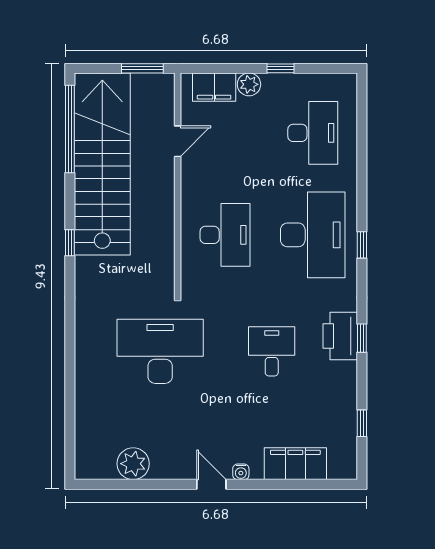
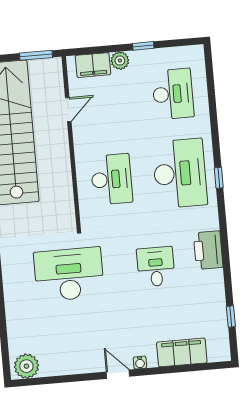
window: (362, 338) -> (225, 250), removed
plant: (133, 464) -> (26, 366), moved

